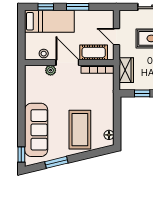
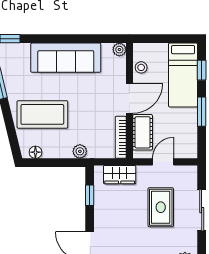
plant: (51, 70) -> (119, 50), moved
plant: (108, 101) -> (80, 151), added
sofa: (36, 130) -> (66, 58), moved

